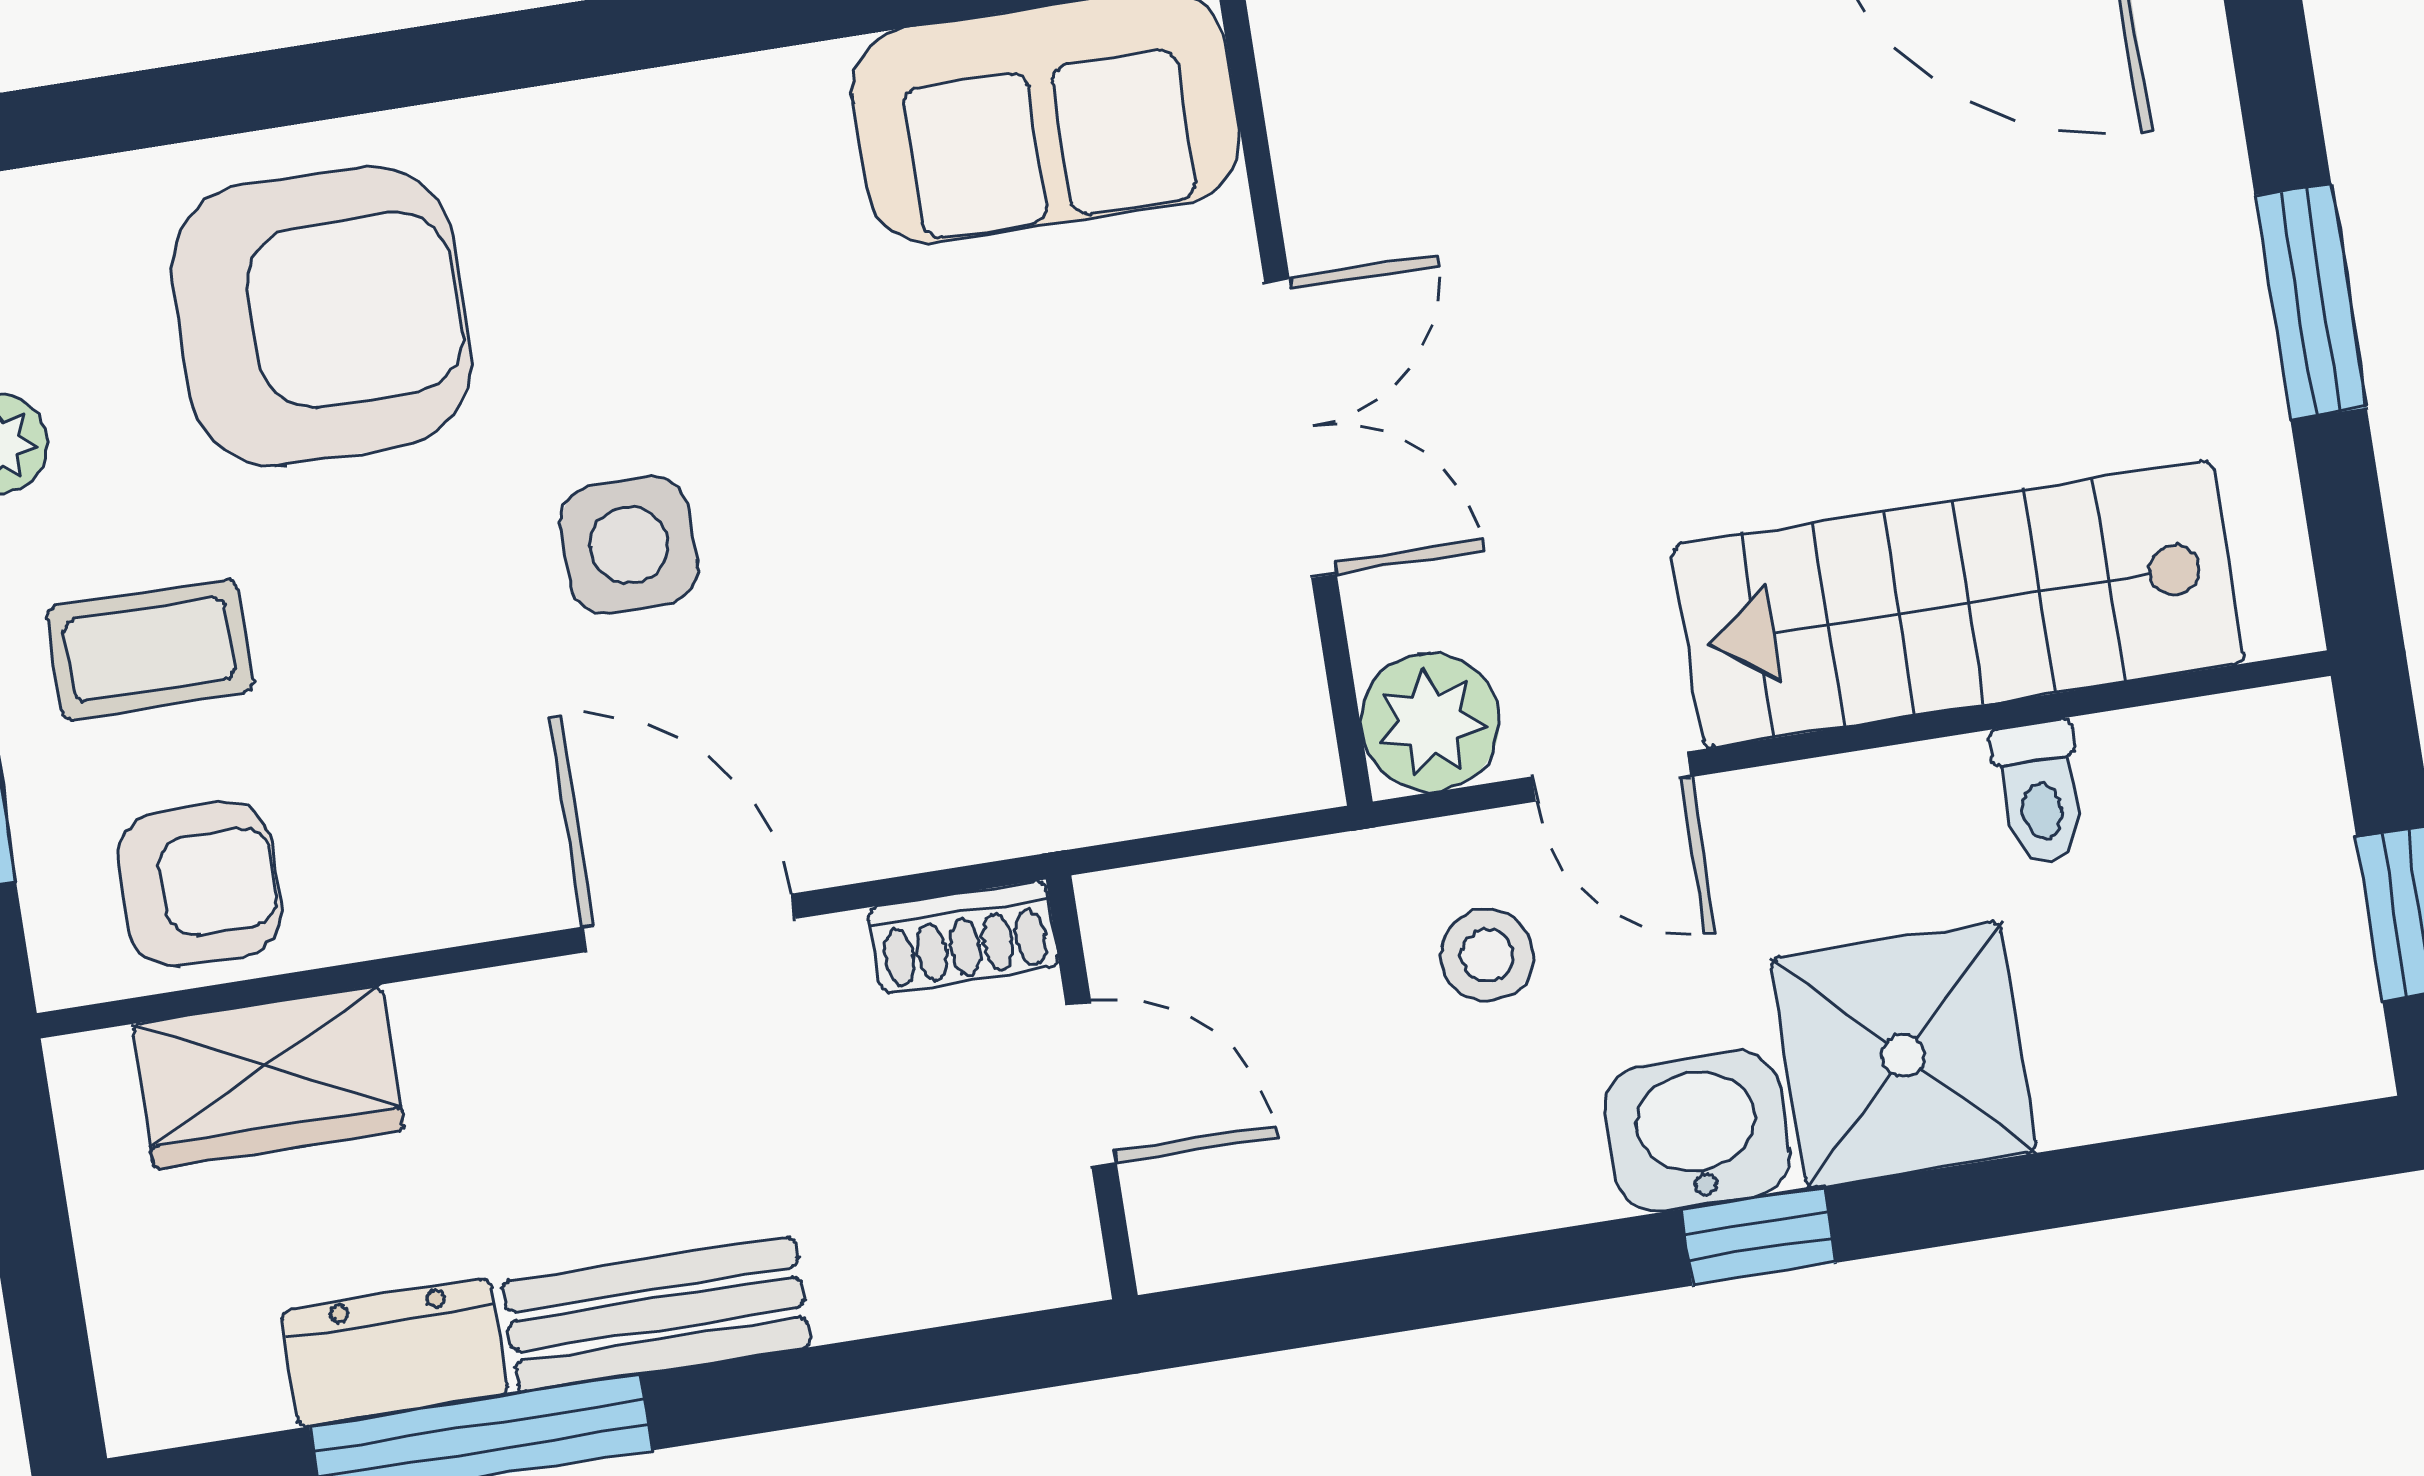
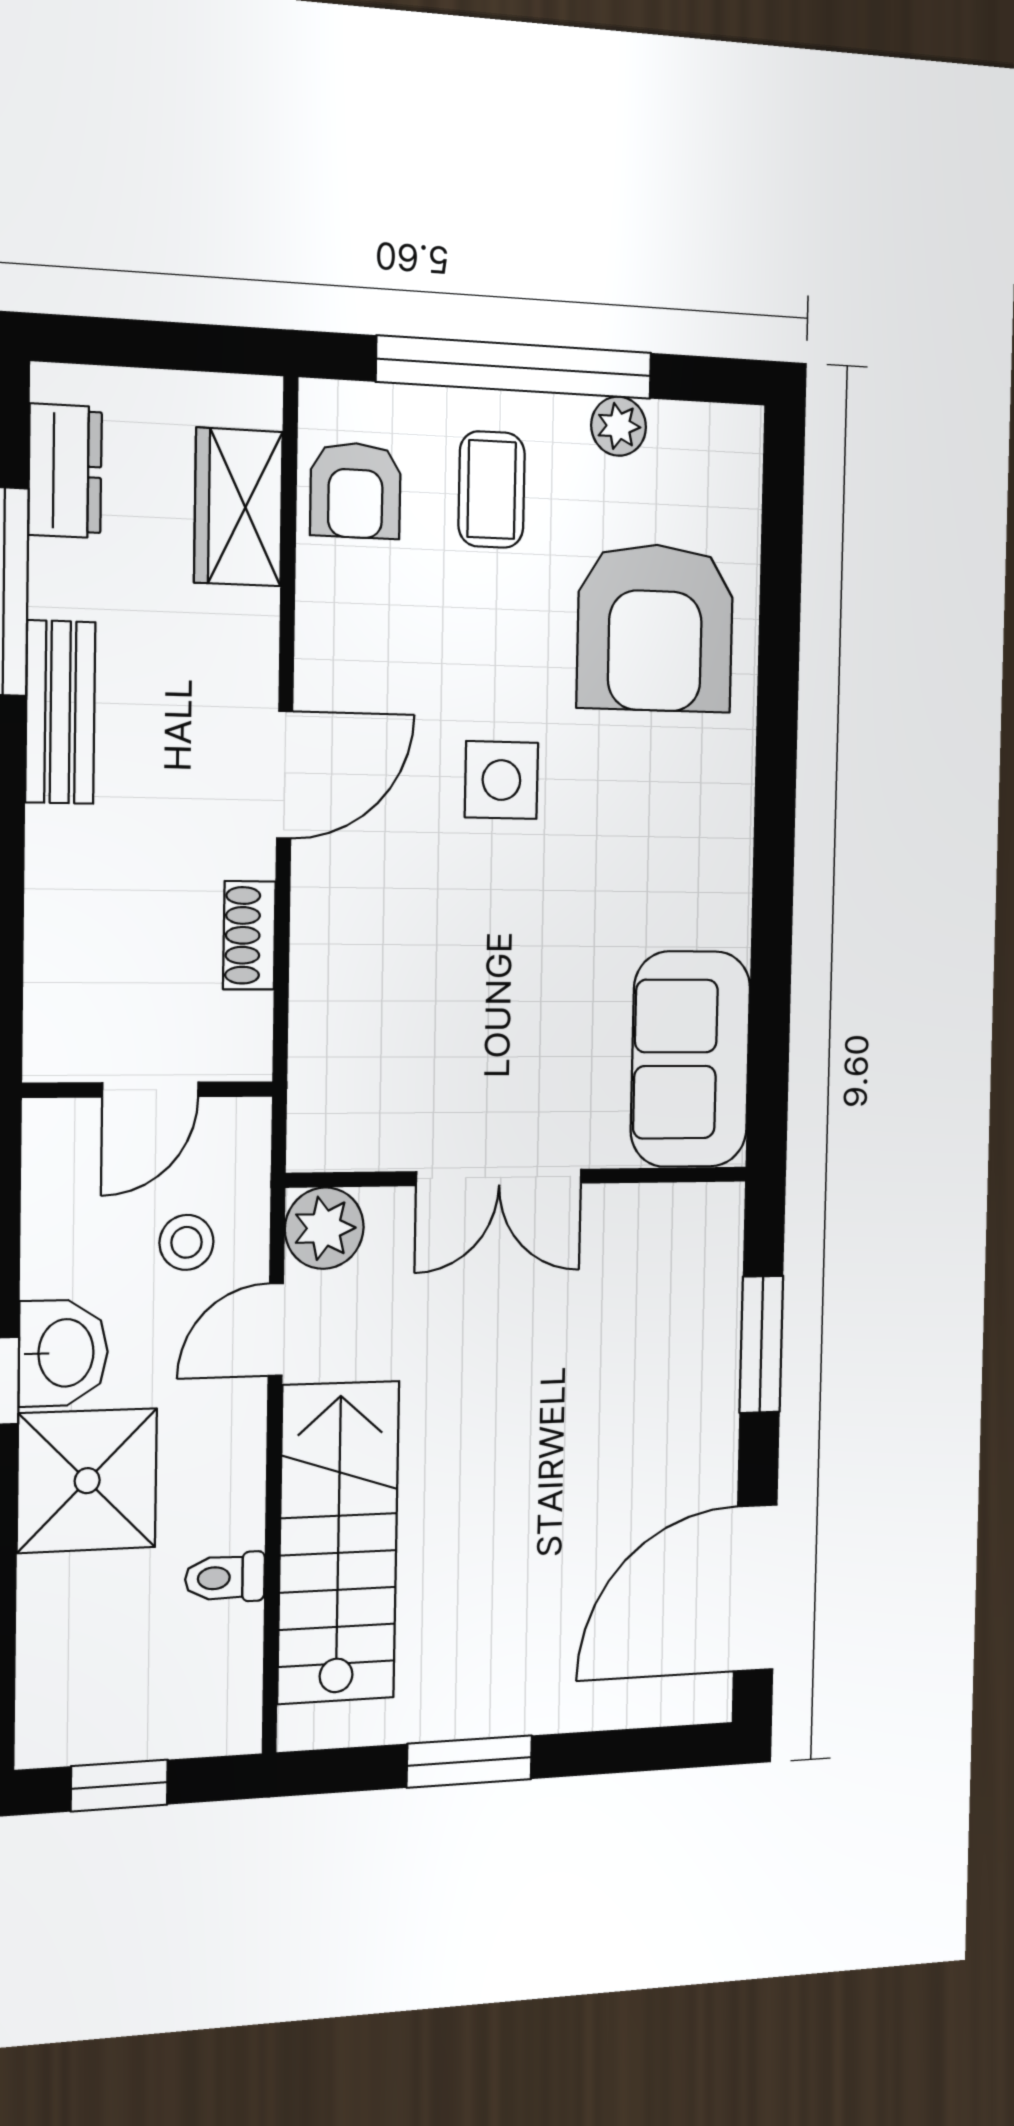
door: (1091, 1084) -> (150, 1090), moved
wall: (1092, 1087) -> (148, 1090), moved
dresser: (394, 1352) -> (65, 471), moved

